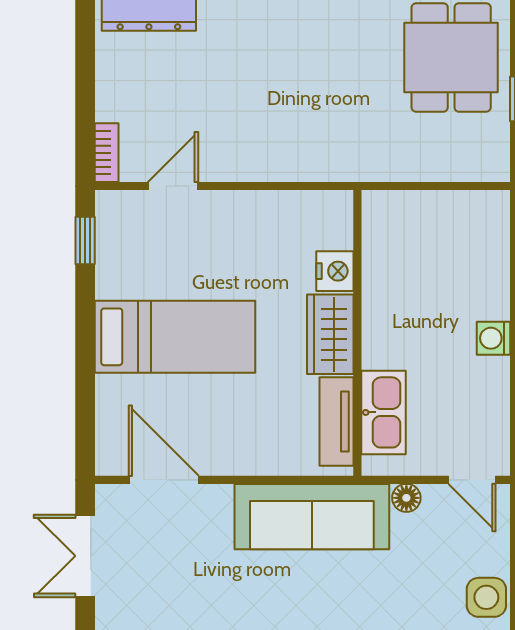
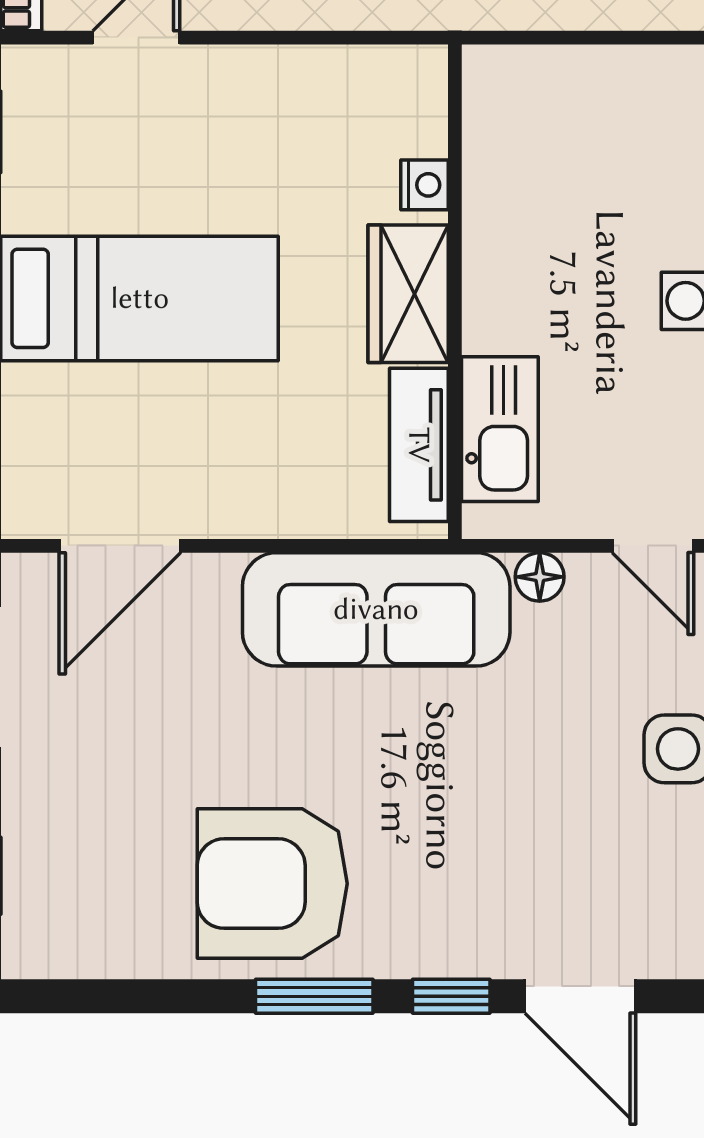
nightstand: (335, 271) -> (424, 185), width x0.72, depth x0.74
door: (164, 480) -> (120, 546), swing flipped

